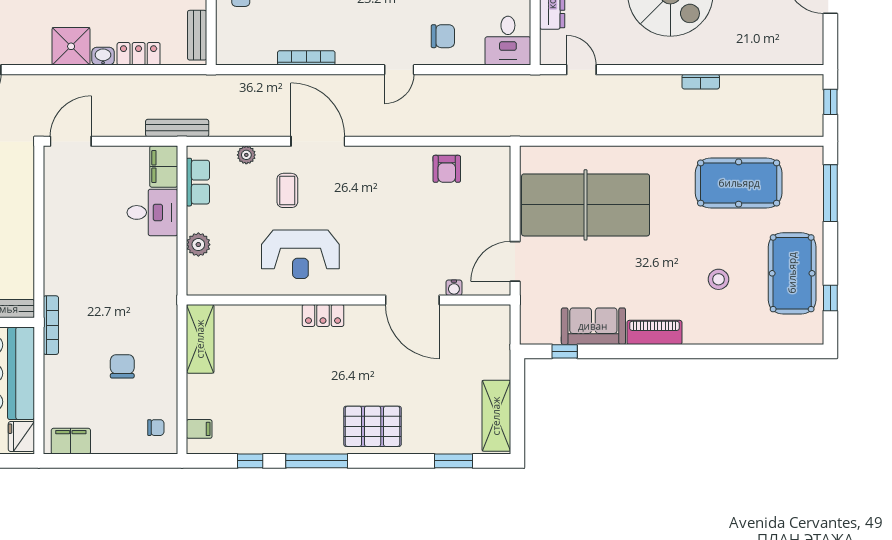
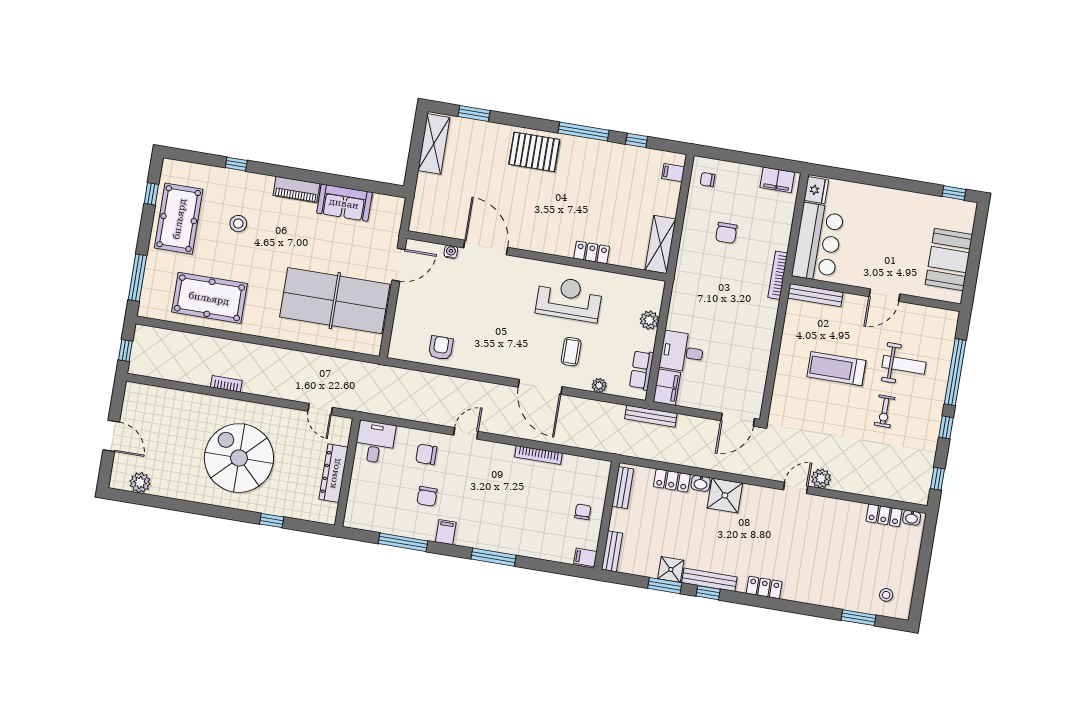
locker: (323, 315) -> (592, 252), moved
window: (565, 351) -> (236, 164), moved

